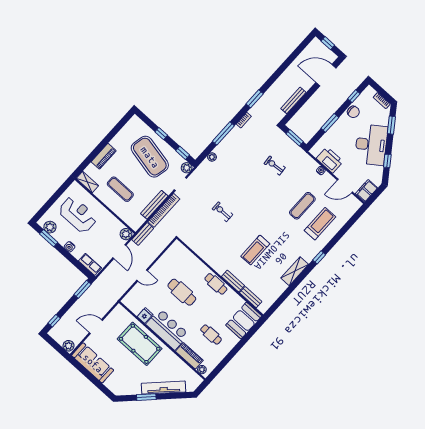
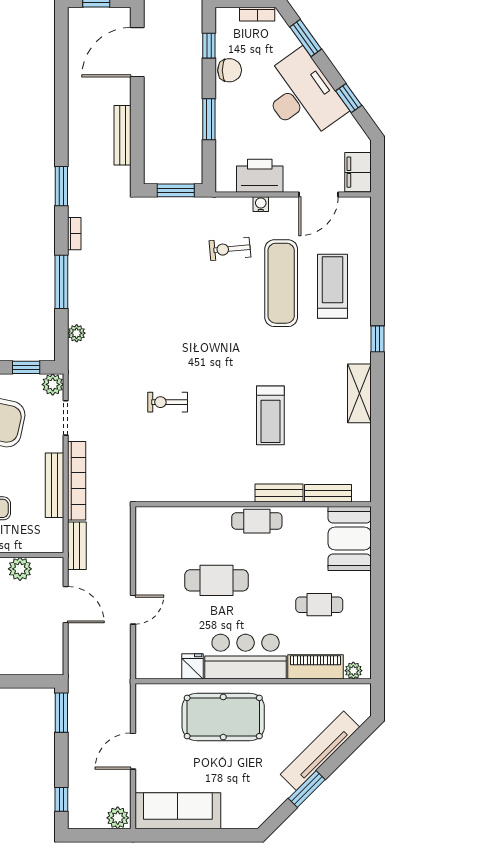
exercise bike: (275, 166) -> (230, 249), moved
exercise mat: (302, 206) -> (281, 283), width x1.36, depth x1.45
plant: (126, 234) -> (20, 569), moved
row of seats: (90, 264) -> (39, 664), removed

